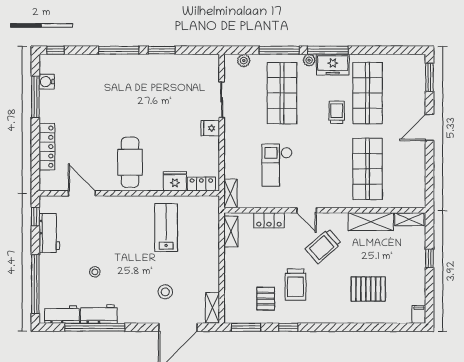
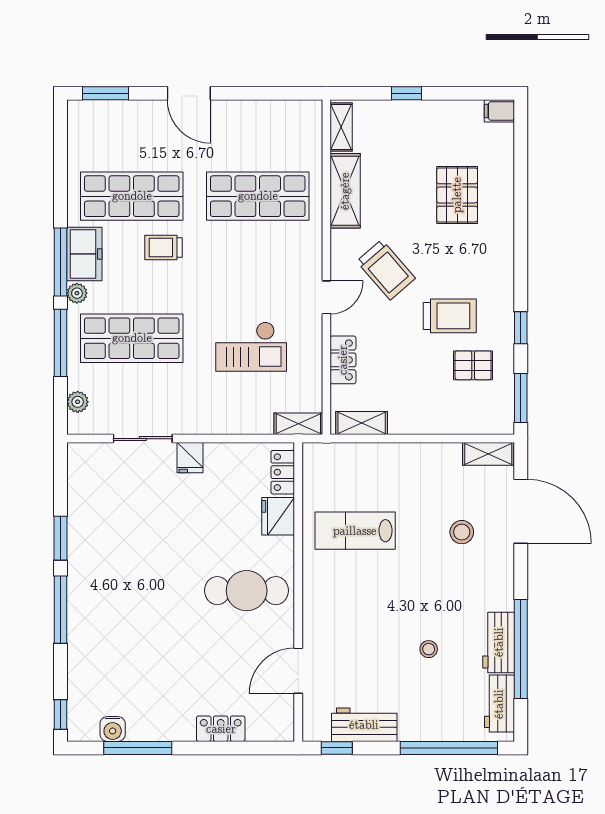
locker: (47, 147) -> (221, 729), width x0.66

